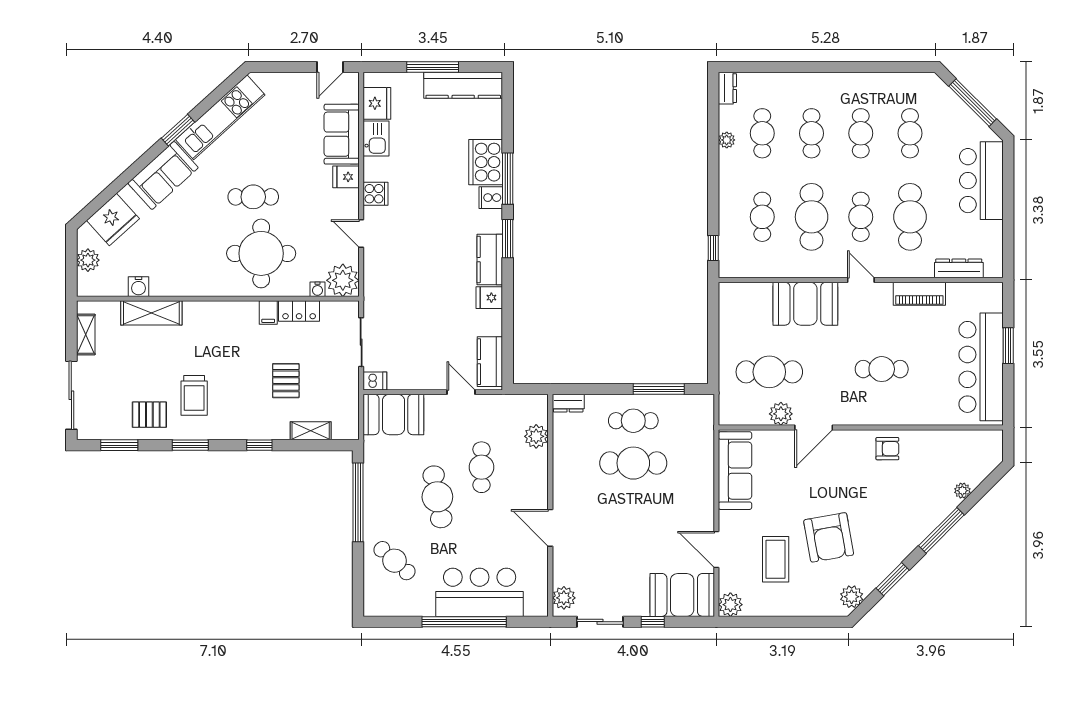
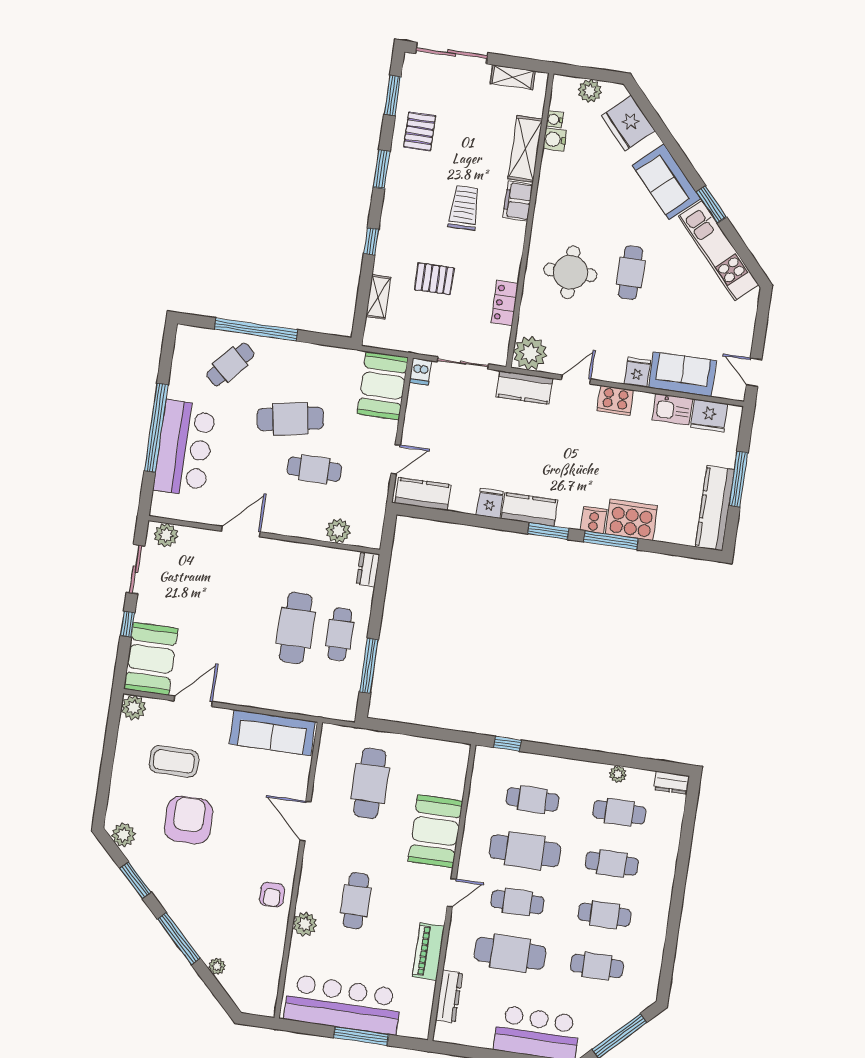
cooker: (376, 194) -> (615, 400), width x1.36
round table: (261, 253) -> (570, 272), width x0.73, depth x0.73
kitchen counter: (376, 281) -> (524, 388), added
water cooler: (317, 289) -> (555, 119), moved
filing cabinet: (268, 313) -> (518, 201), moved, width x2.00
window: (1008, 346) -> (361, 1036), width x1.44
trolley: (194, 395) -> (464, 208), moved, turned 90
plant: (781, 414) -> (305, 924), moved
window: (358, 502) -> (256, 329), moved
armchair: (829, 537) -> (189, 820), turned 100

